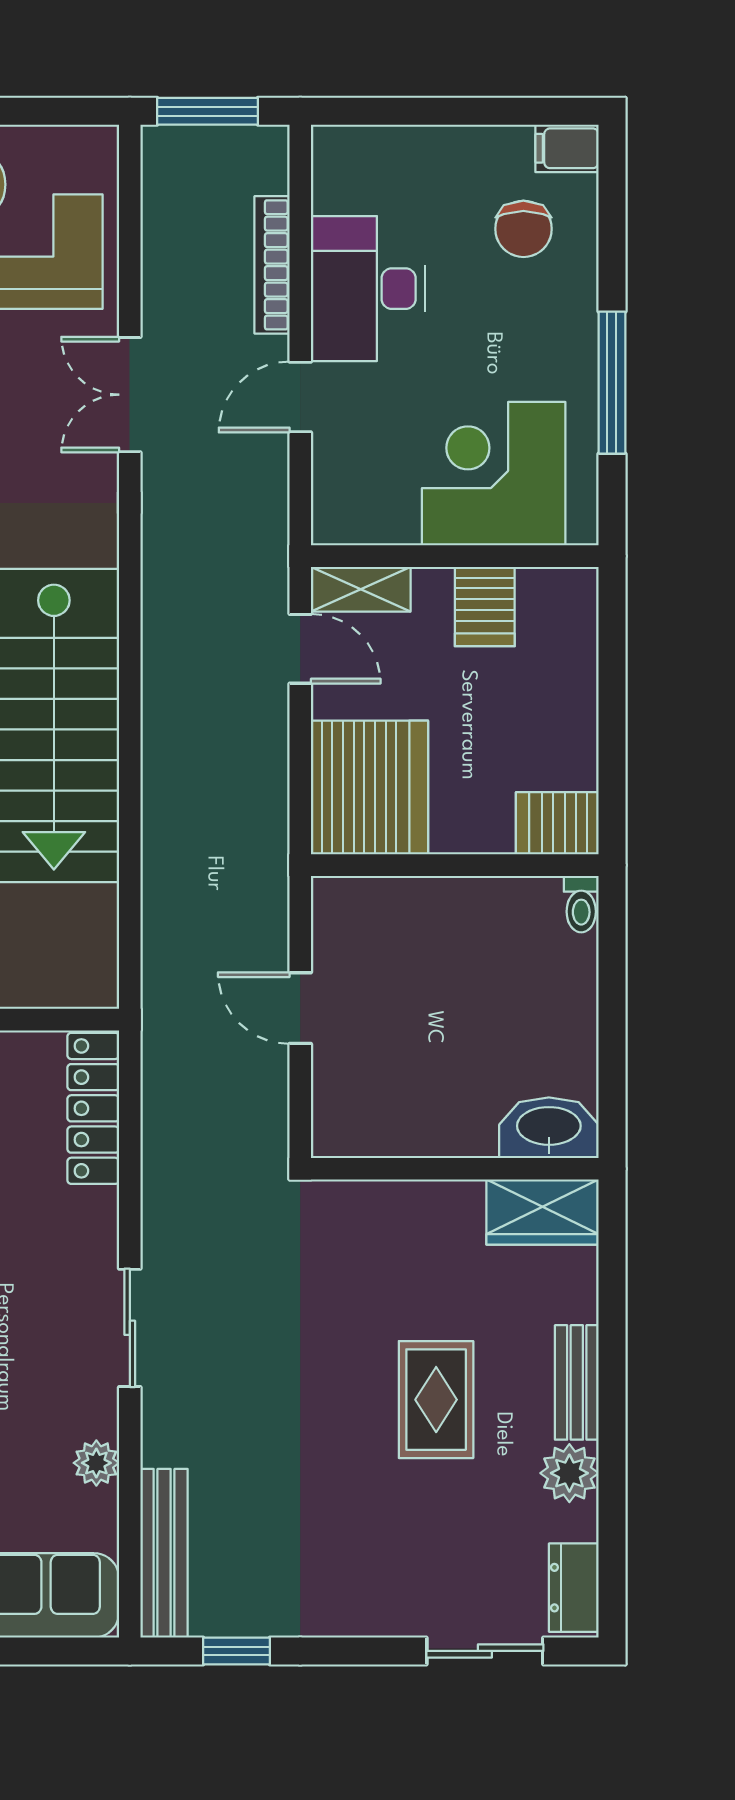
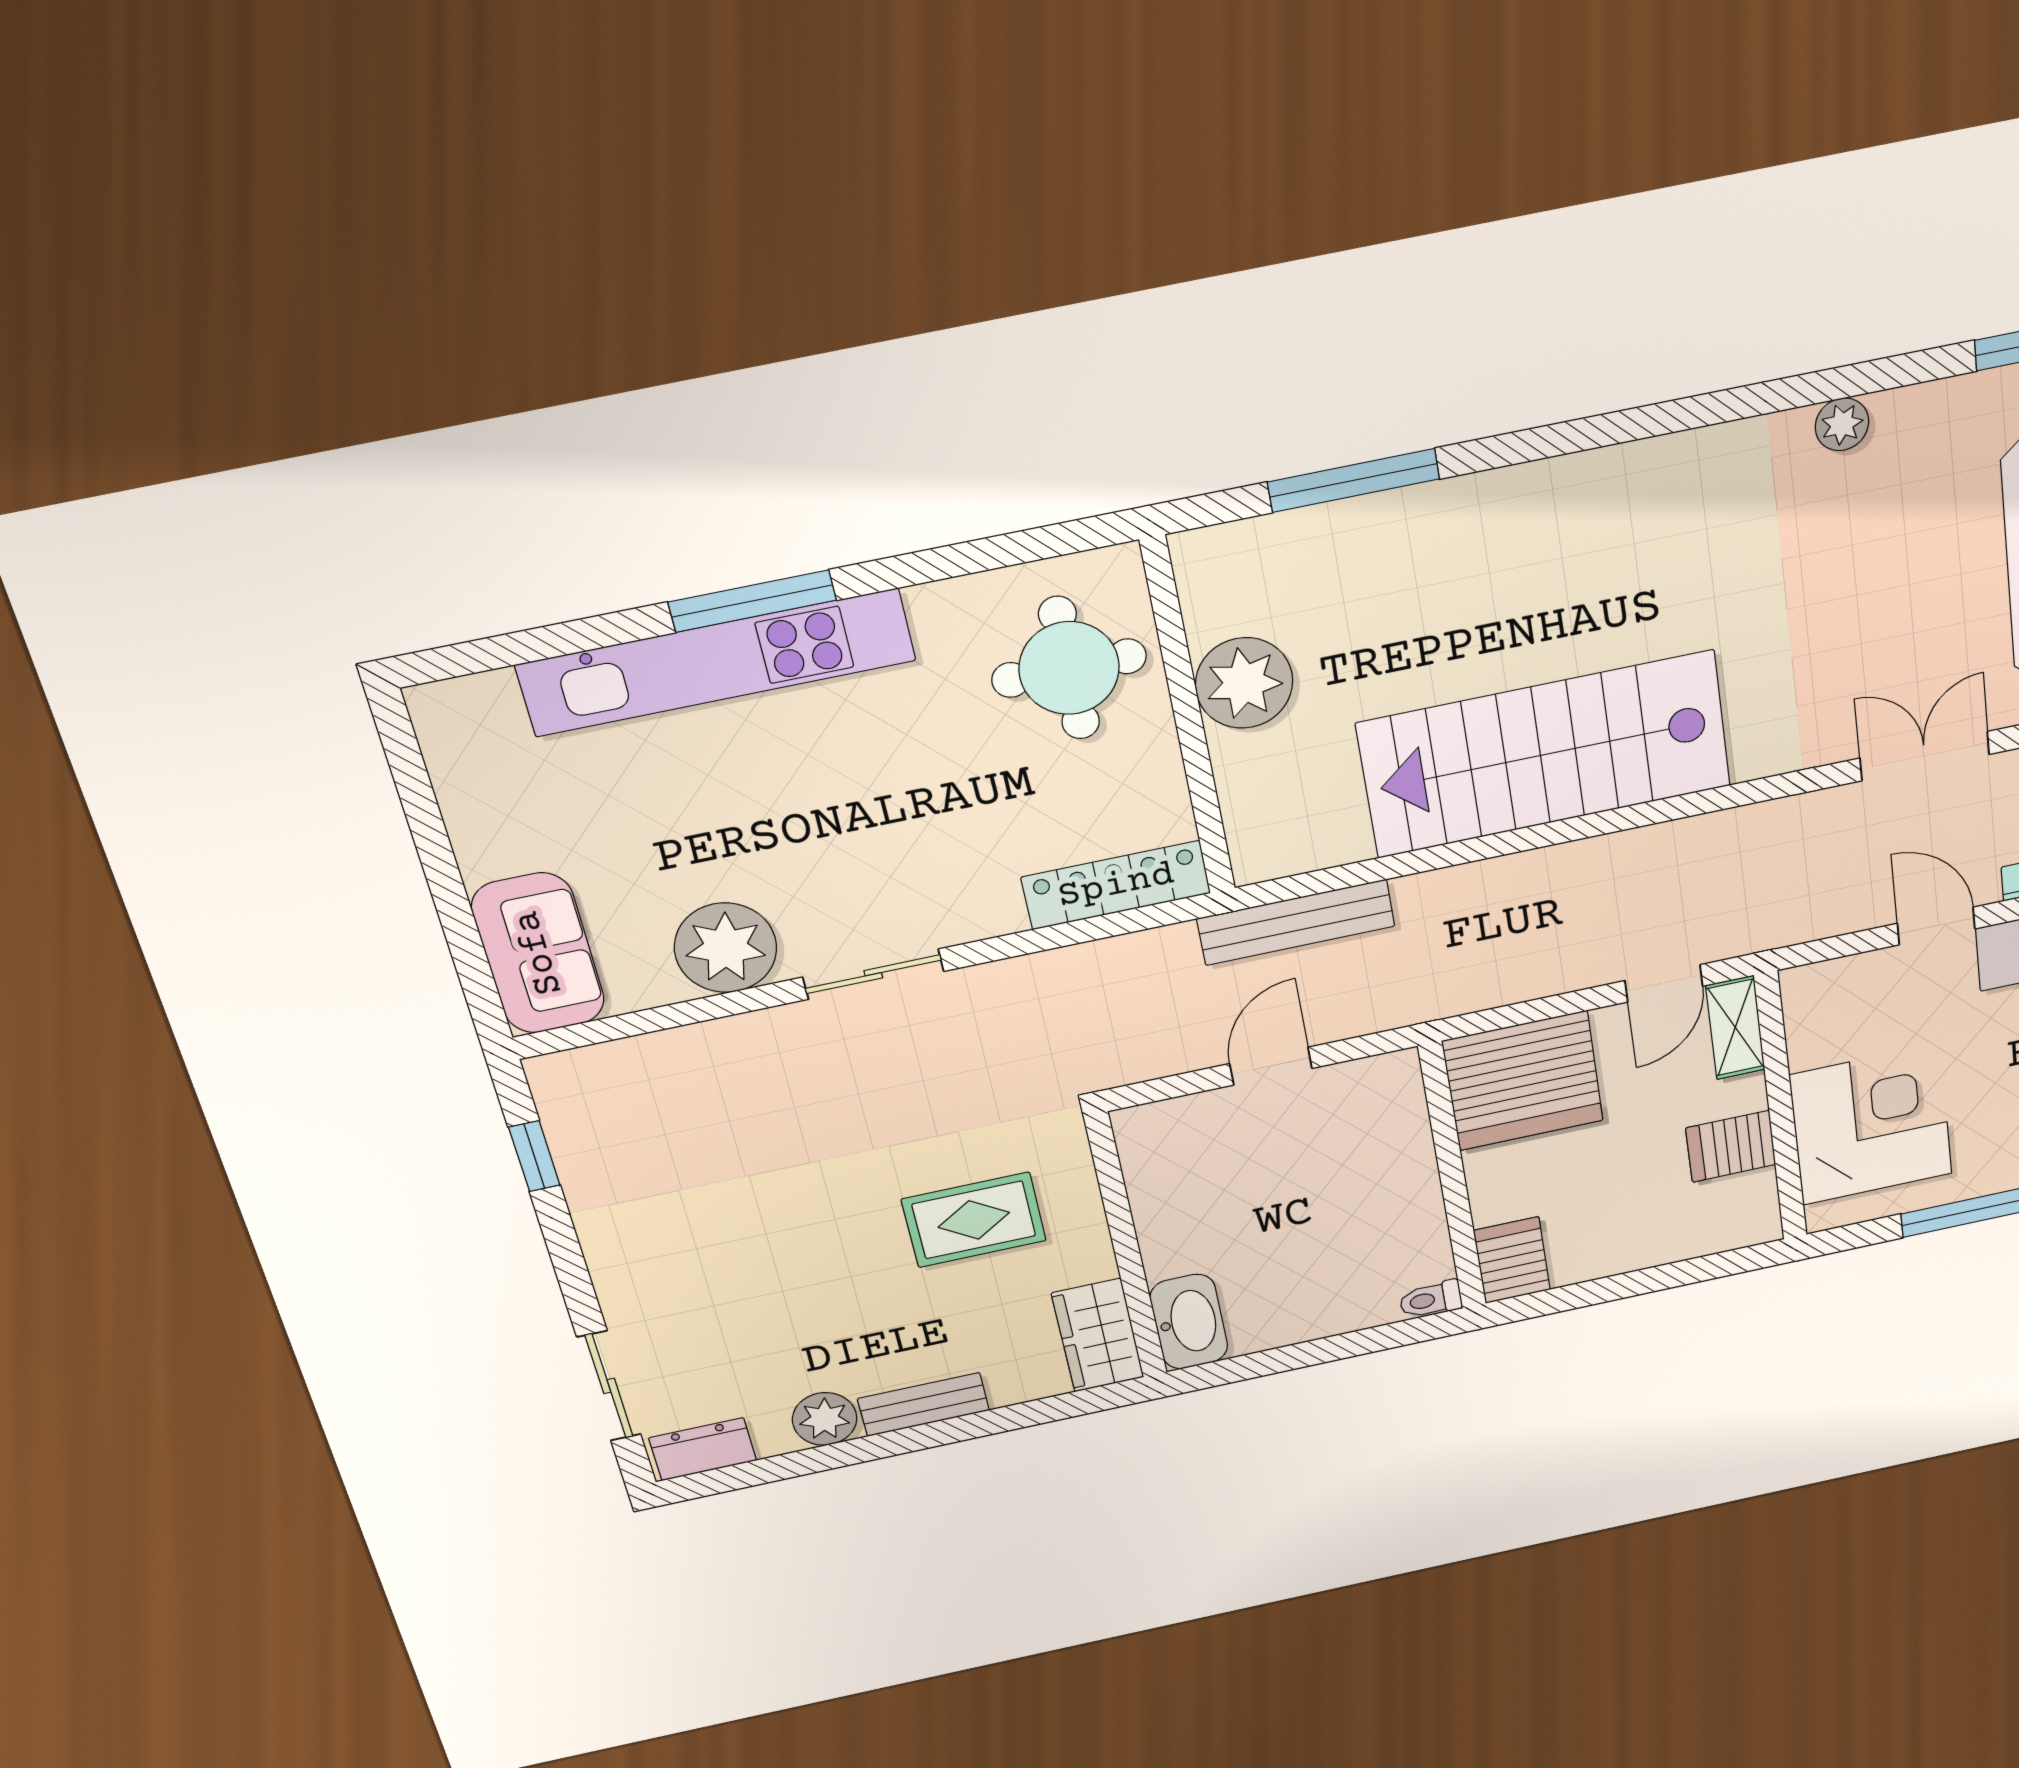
rug: (436, 1400) -> (974, 1220), moved
plant: (96, 1463) -> (726, 948), width x1.87, depth x1.87
bench: (164, 1553) -> (1296, 922), moved

